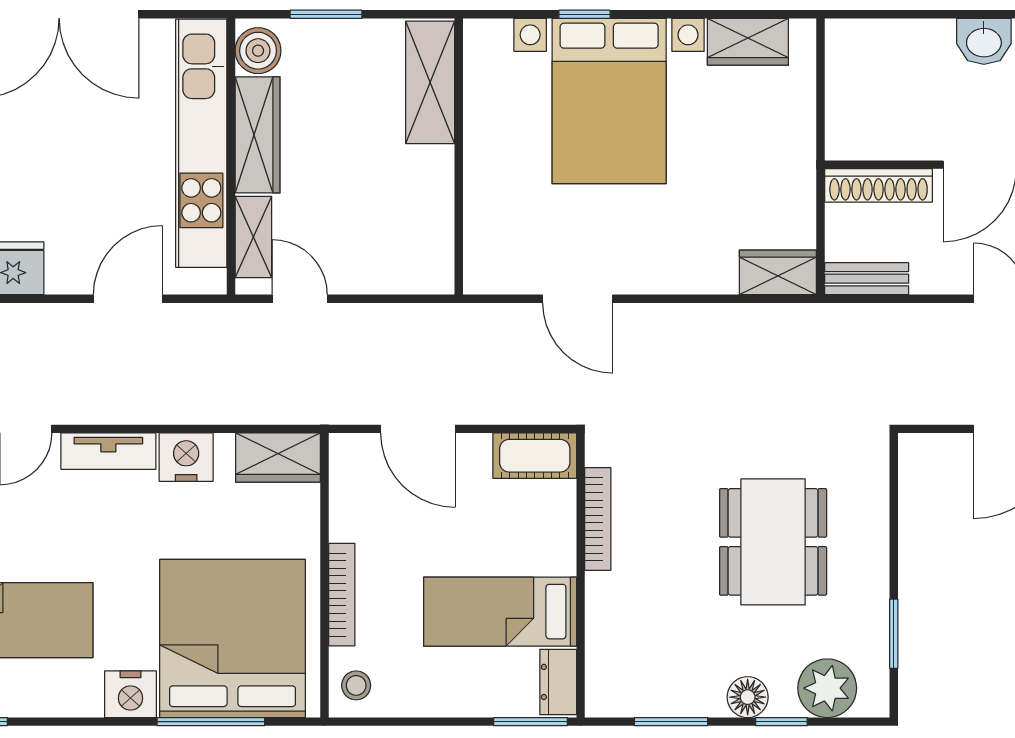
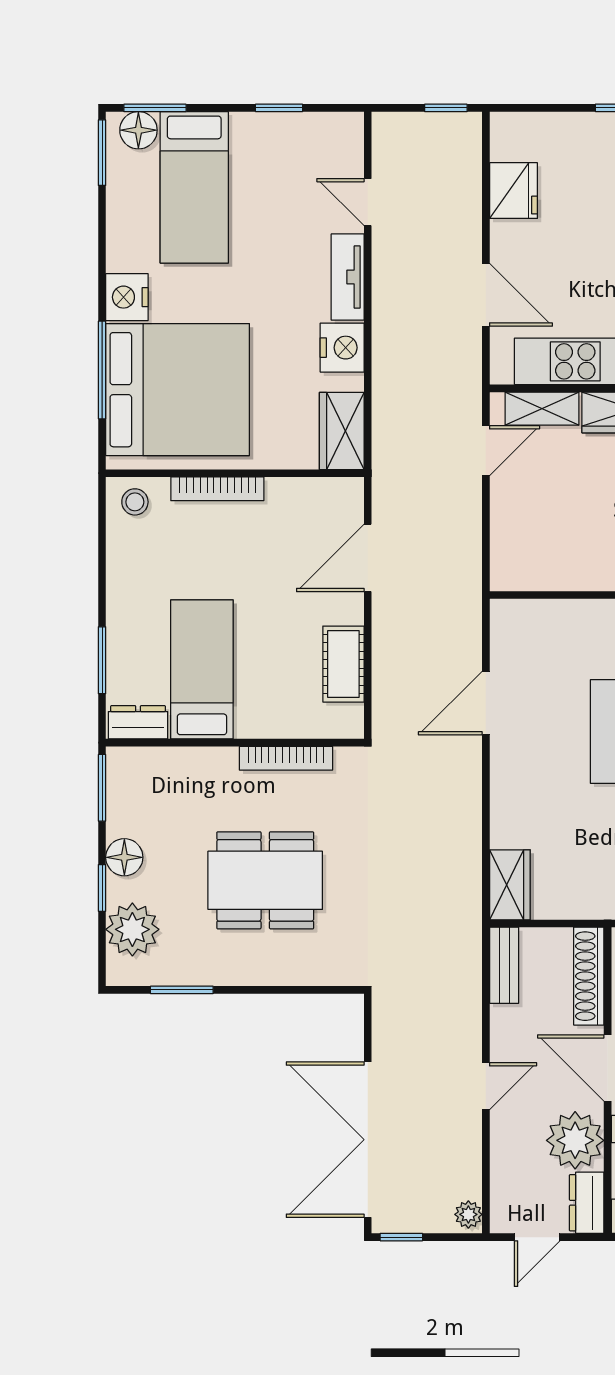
bookcase: (598, 519) -> (286, 758), moved
wall: (581, 575) -> (235, 743), moved
bed: (500, 612) -> (202, 669), moved
dresser: (558, 682) -> (138, 722), moved

